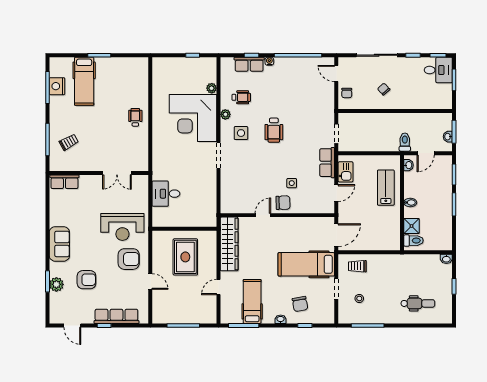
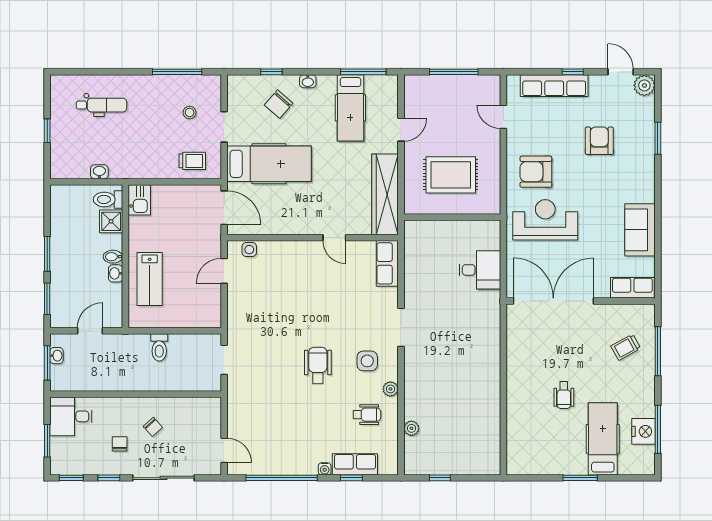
desk: (438, 70) -> (71, 416), moved
chair: (347, 93) -> (120, 444), moved
wheelchair: (241, 97) -> (367, 415), turned 180
wheelchair: (135, 117) -> (564, 395), moved
corner desk: (193, 118) -> (439, 384), removed
toilet: (405, 142) -> (159, 347), moved
row of seats: (327, 163) -> (387, 263), moved, turned 180
washbasin: (409, 165) -> (116, 273), moved
kitchen sink: (346, 172) -> (139, 200), moved, turned 180
double door: (117, 173) -> (553, 301), width x1.87
side table: (292, 183) -> (249, 250), moved
chair: (283, 203) -> (304, 256), removed
door: (263, 215) -> (334, 238), hinge flipped
door: (336, 235) -> (224, 208), swing flipped
sofa: (59, 244) -> (640, 230), moved
rug: (185, 257) -> (451, 175), turned 90
washbasin: (446, 259) -> (99, 172), moved
armchair: (86, 280) -> (599, 141), turned 90
door: (150, 282) -> (503, 117), moved
plant: (56, 284) -> (644, 85), moved
dental chair: (418, 303) -> (101, 105), turned 180
chair: (300, 304) -> (279, 104), turned -129

